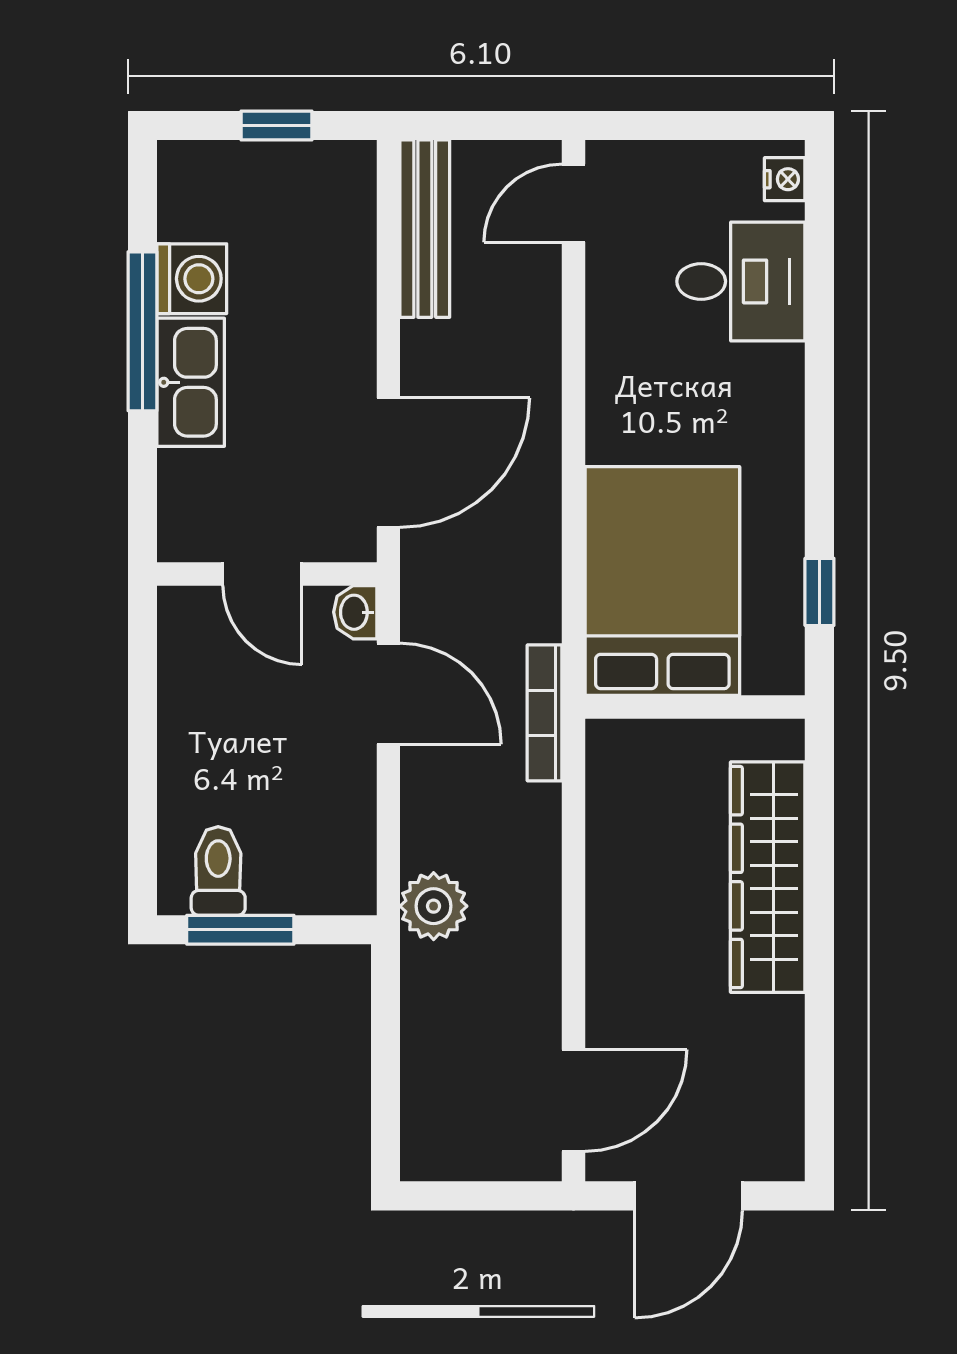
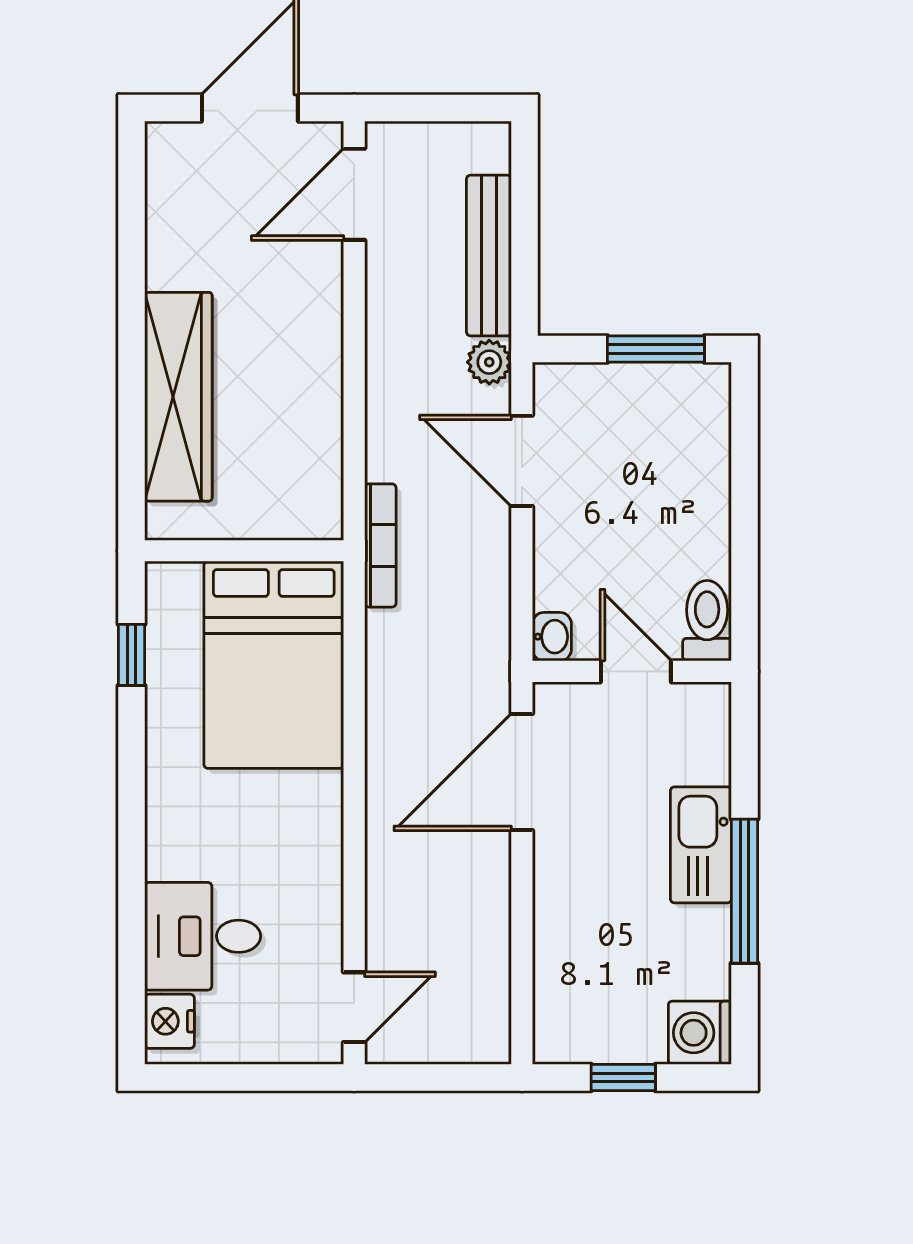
nightstand: (785, 179) -> (169, 1021), width x1.39, depth x1.35
bench: (425, 229) -> (489, 256), moved
washing machine: (192, 279) -> (700, 1033), moved
door: (388, 694) -> (522, 461), moved
toilet: (218, 871) -> (707, 621), moved, turned 180
plant: (434, 906) -> (489, 362), width x0.73, depth x0.73

